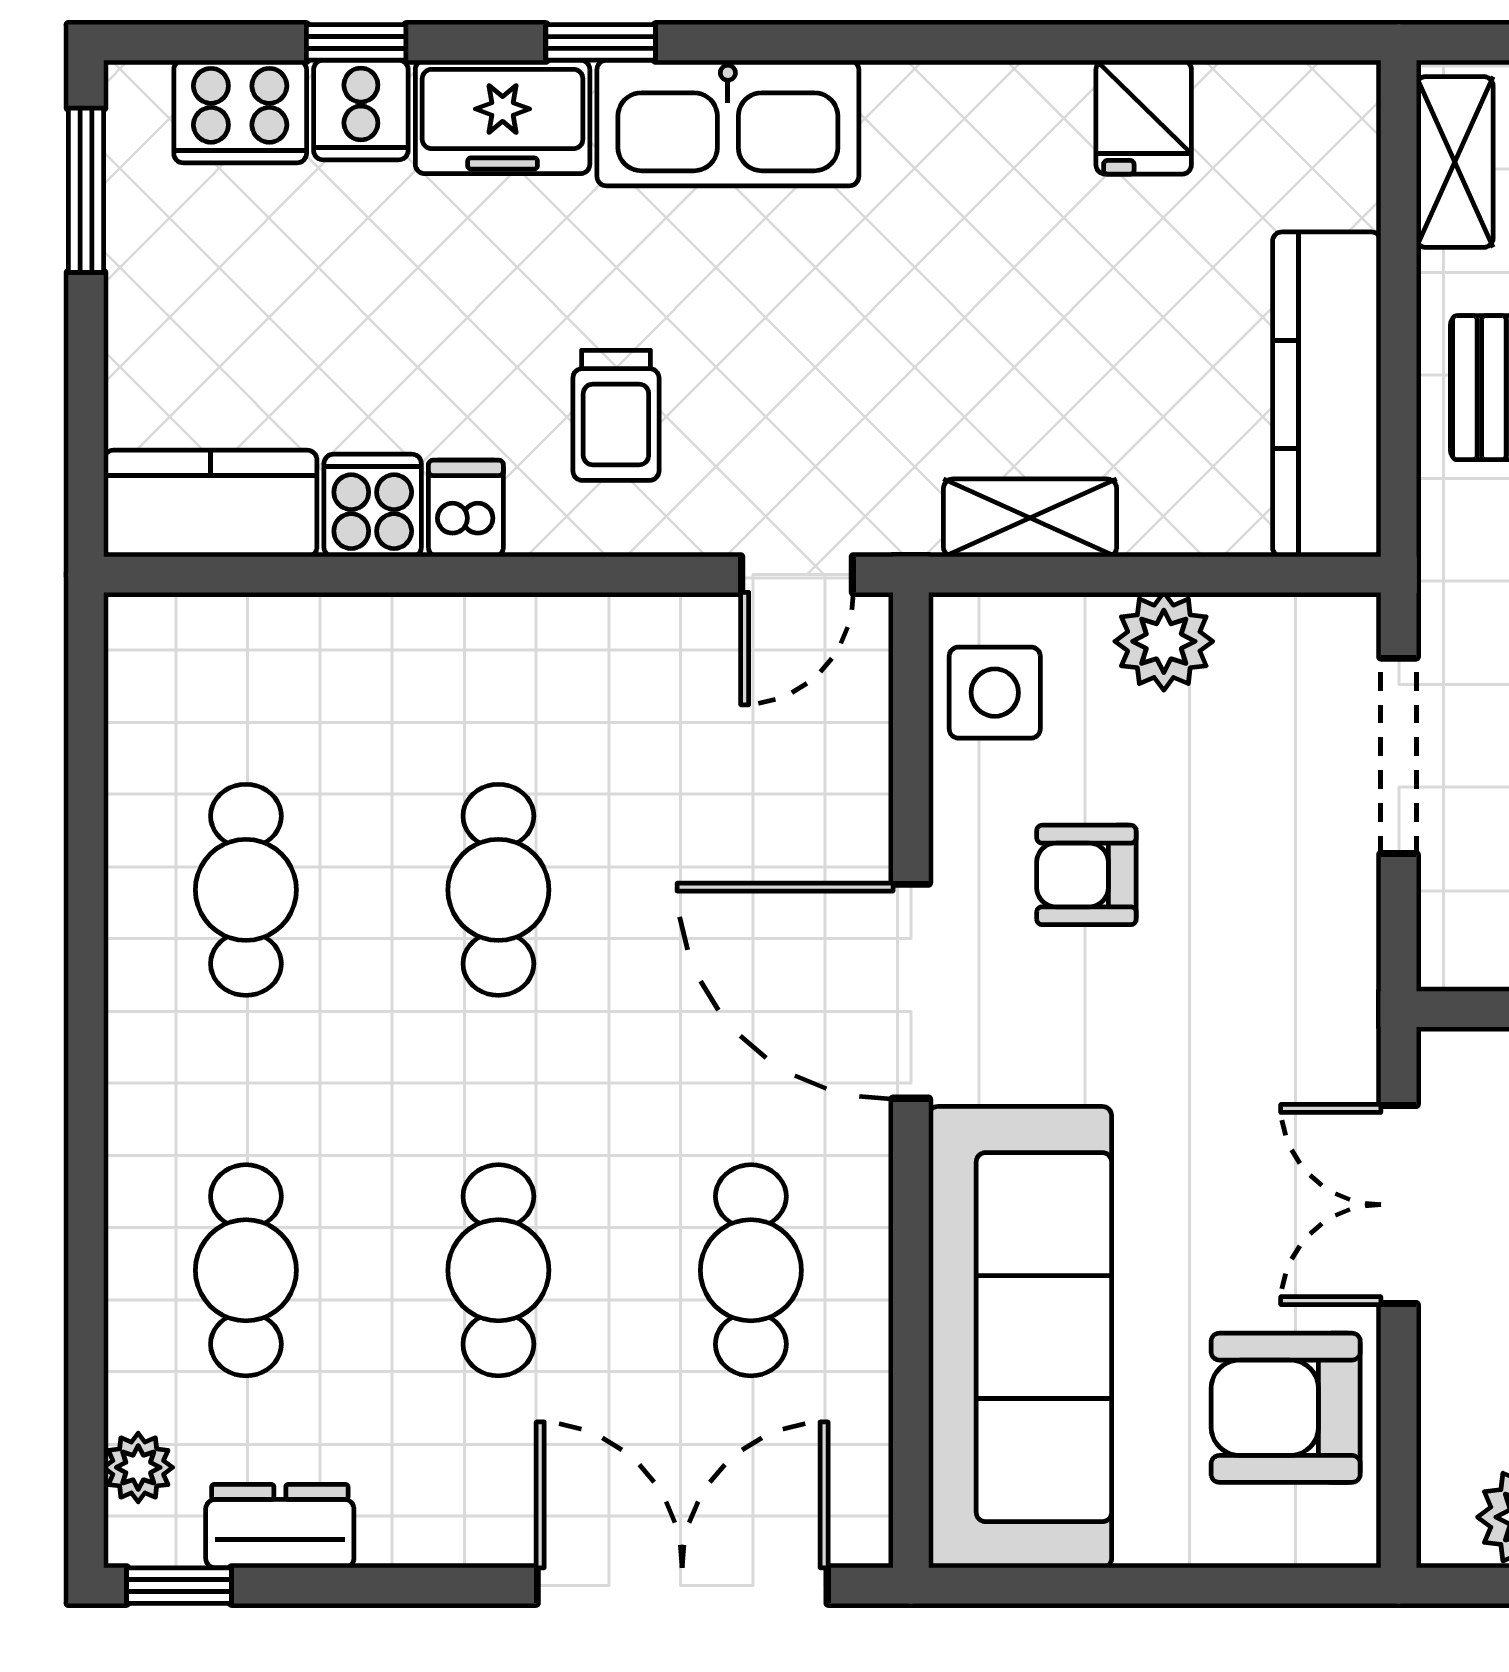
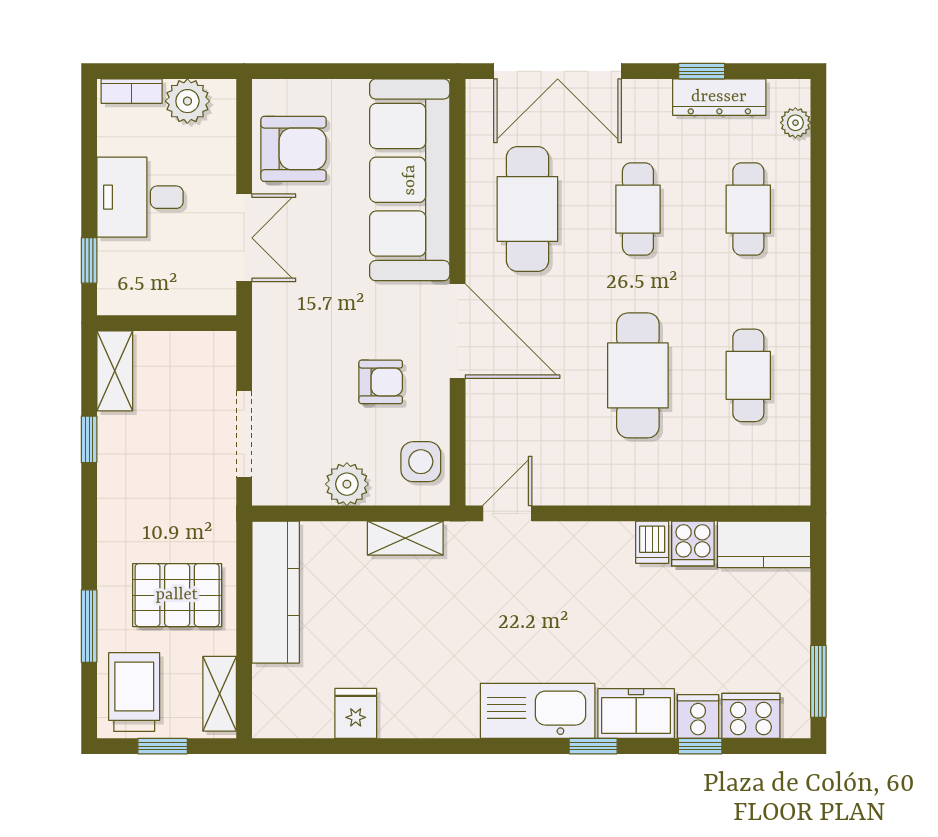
trolley: (616, 415) -> (586, 583), removed
cafe table: (498, 890) -> (638, 375), width x1.37, depth x1.35
cafe table: (751, 1270) -> (527, 209), width x1.37, depth x1.35
dresser: (280, 1526) -> (719, 97), width x1.44
window: (179, 1586) -> (702, 71), moved

